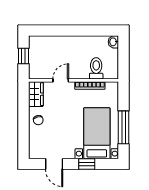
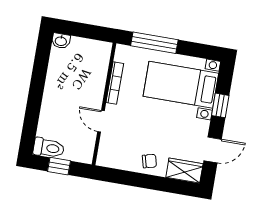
toilet: (96, 68) -> (49, 148), moved, turned 180
wardrobe: (36, 94) -> (184, 171), moved
window: (124, 127) -> (154, 43), moved

